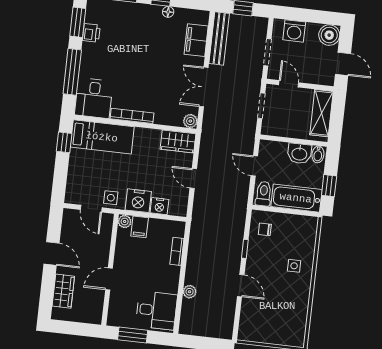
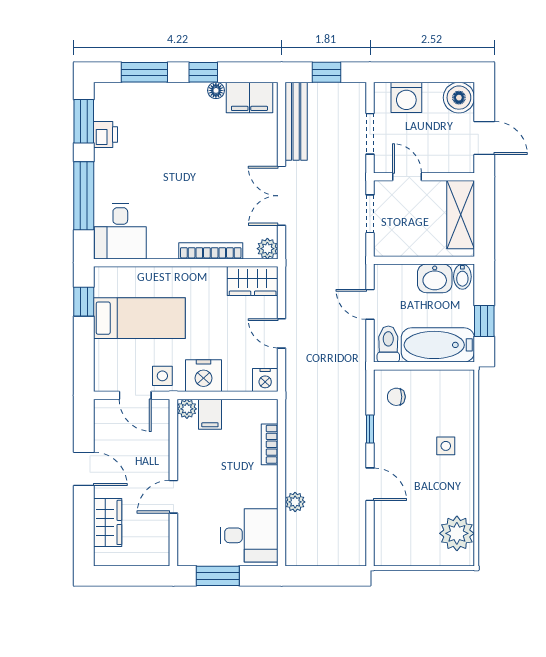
filing cabinet: (196, 40) -> (249, 98), moved, turned -90
bookcase: (132, 116) -> (211, 251), moved
bed: (102, 137) -> (139, 318), moved
nightstand: (159, 206) -> (265, 380), moved
plant: (295, 325) -> (457, 533), added

